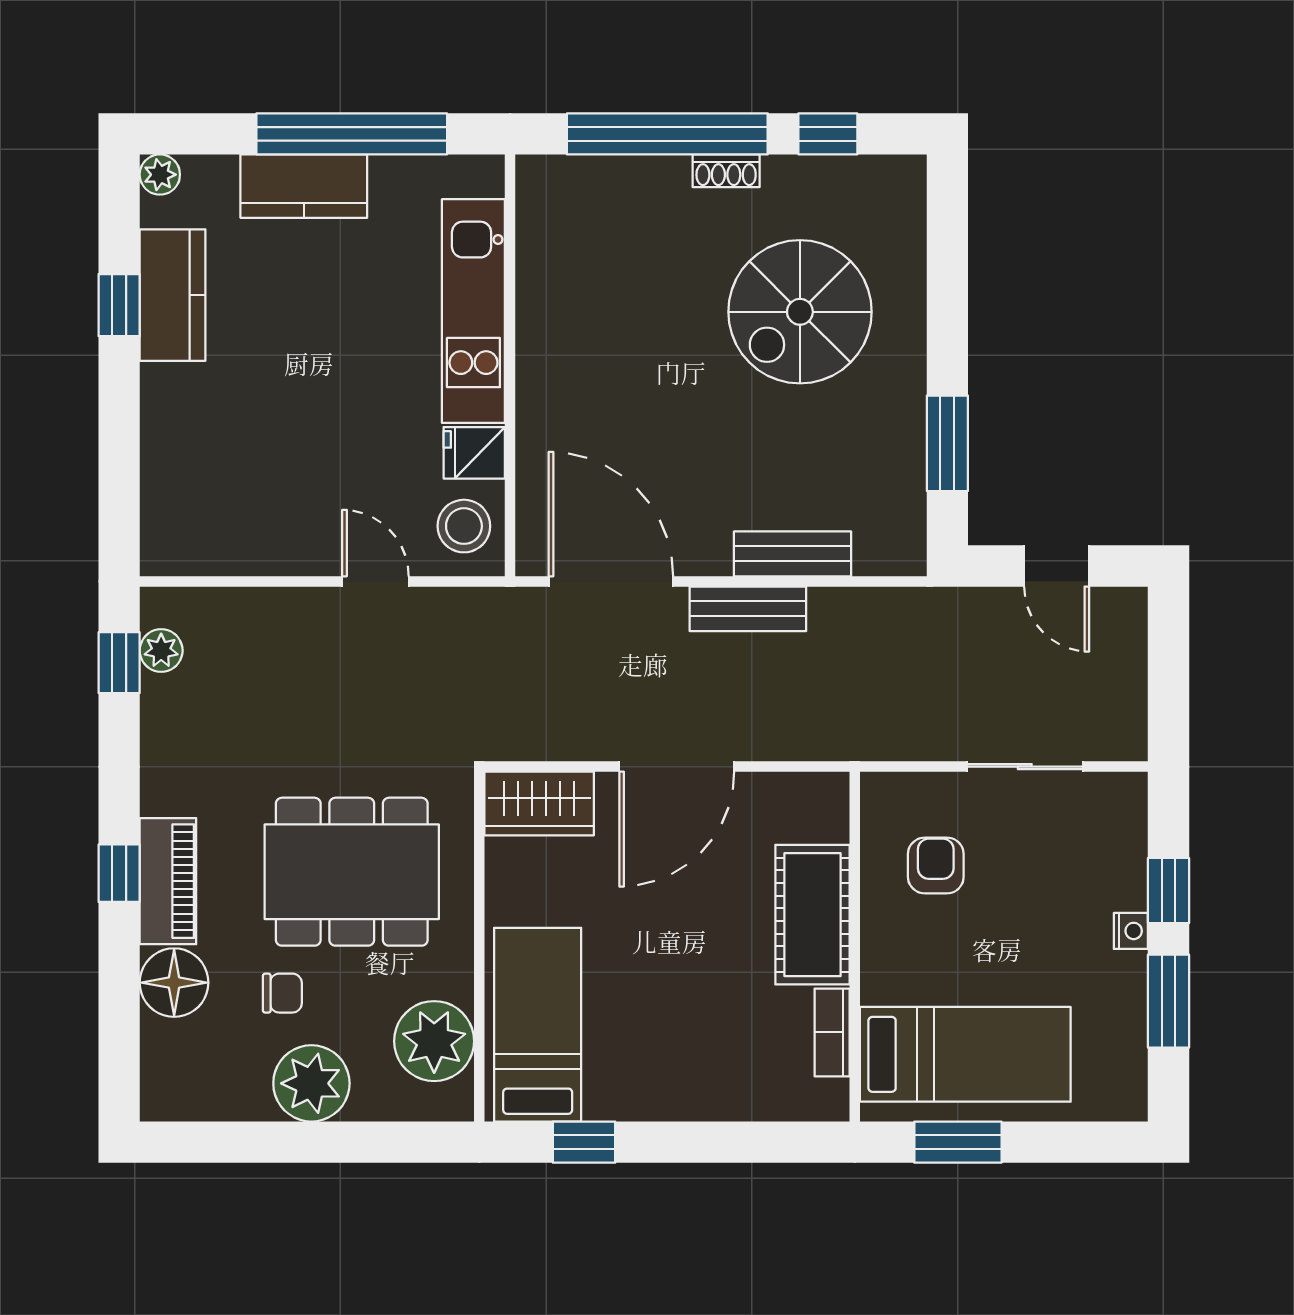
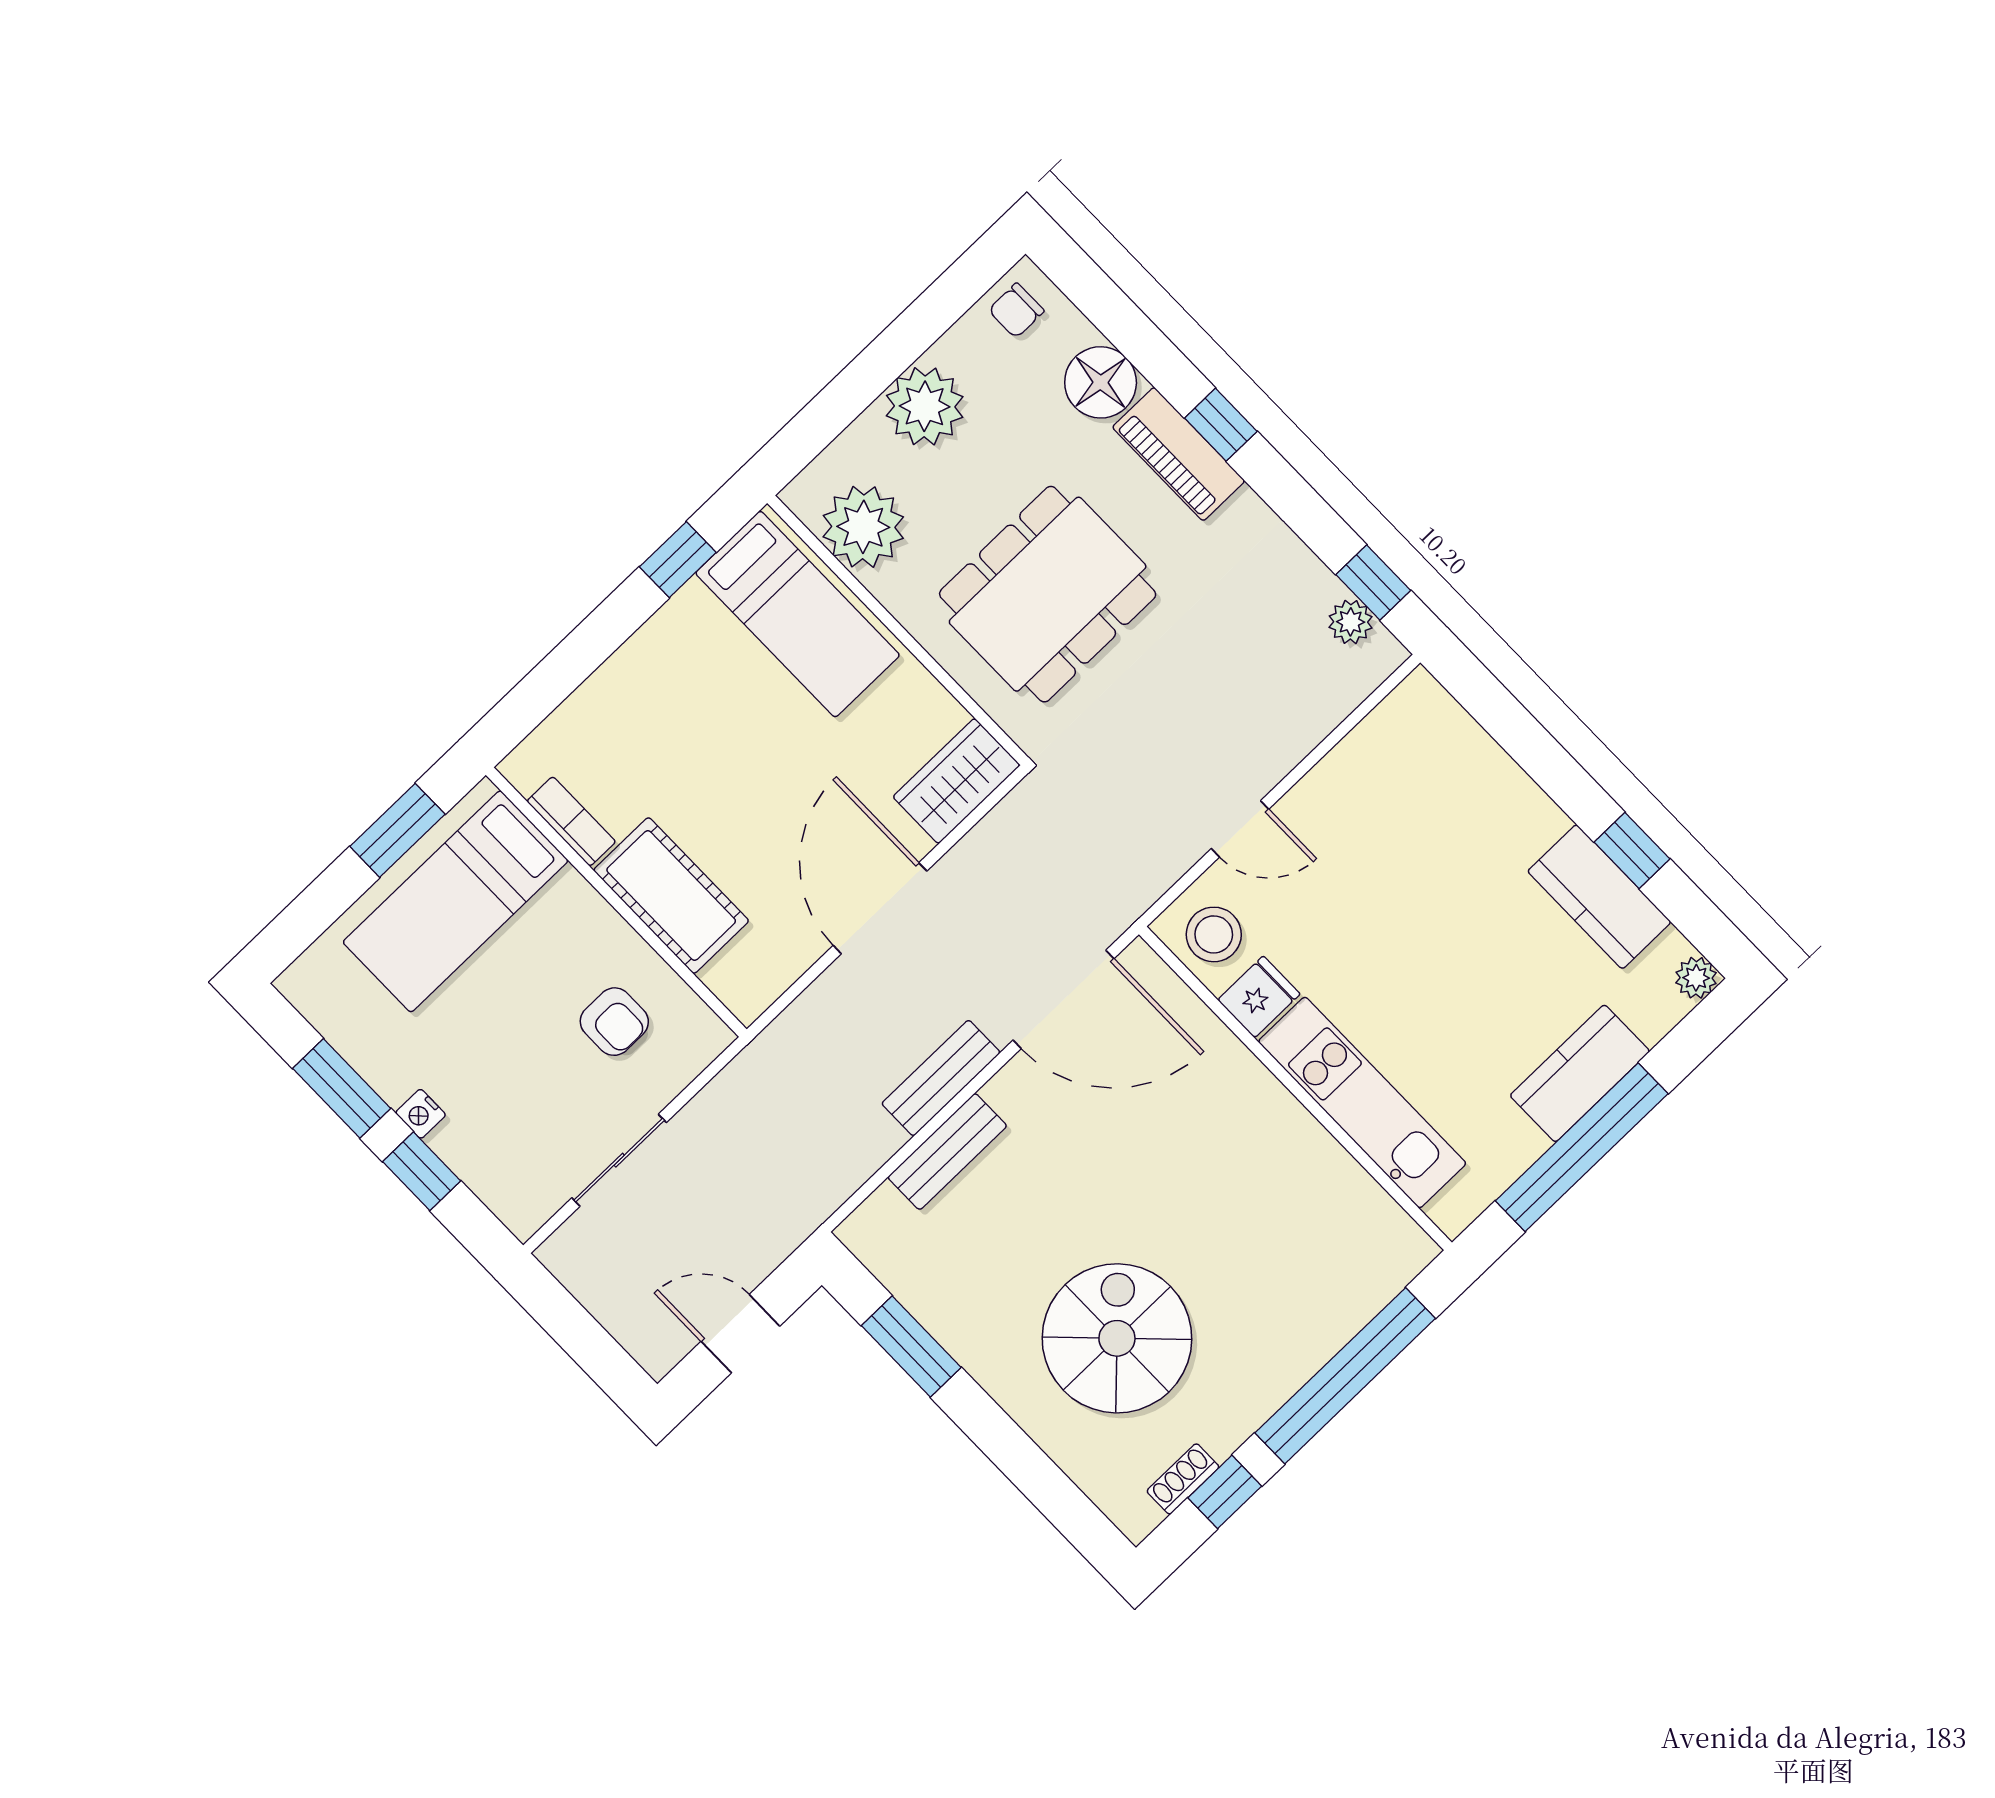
shoe rack: (726, 171) -> (1183, 1479), moved
chair: (282, 993) -> (1016, 310), moved

